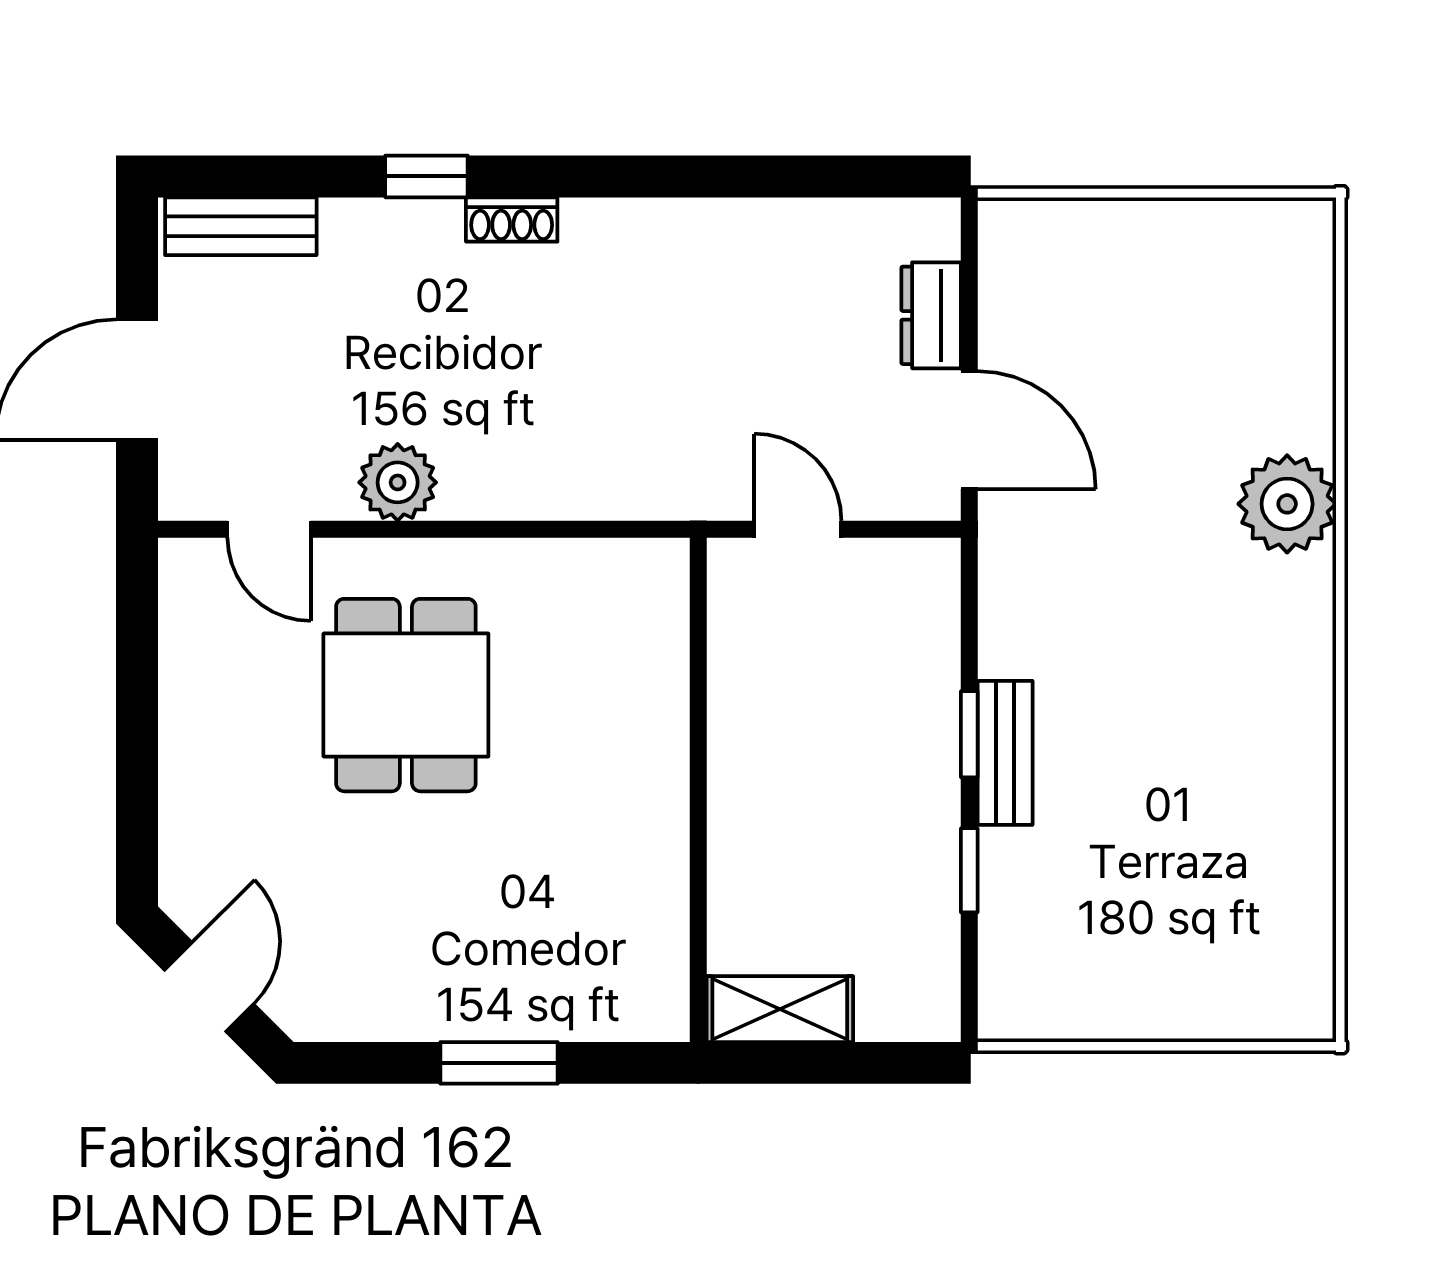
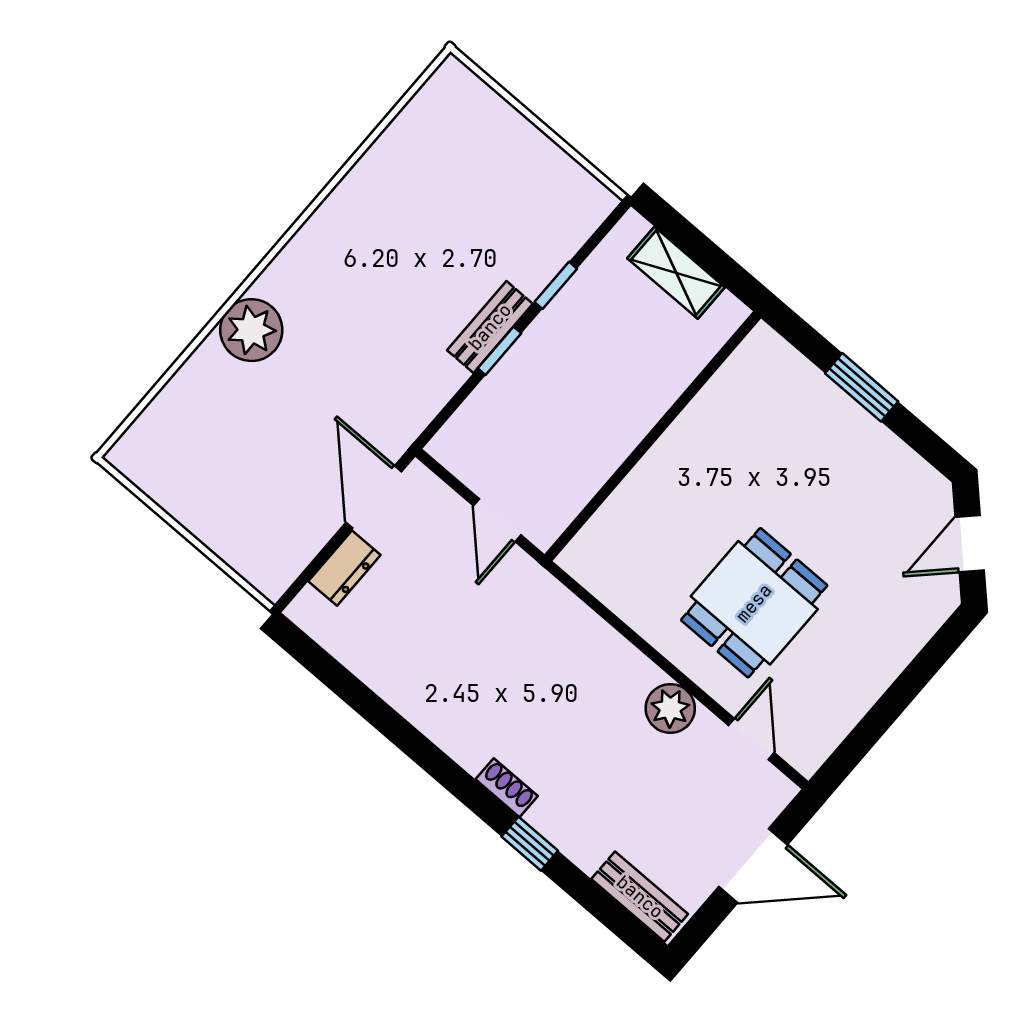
shelving: (780, 1009) -> (676, 273), moved

